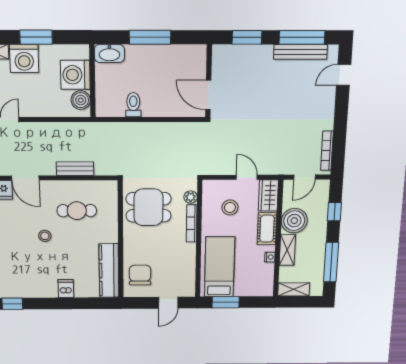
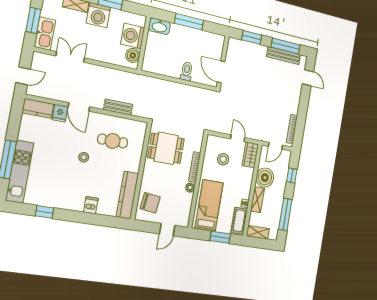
door: (344, 75) -> (308, 78), swing flipped
toilet: (133, 105) -> (187, 71), moved
plant: (191, 197) -> (190, 188), moved
cot: (267, 229) -> (239, 221), moved
chair: (140, 275) -> (150, 203), turned 97
window: (226, 302) -> (220, 237), moved

